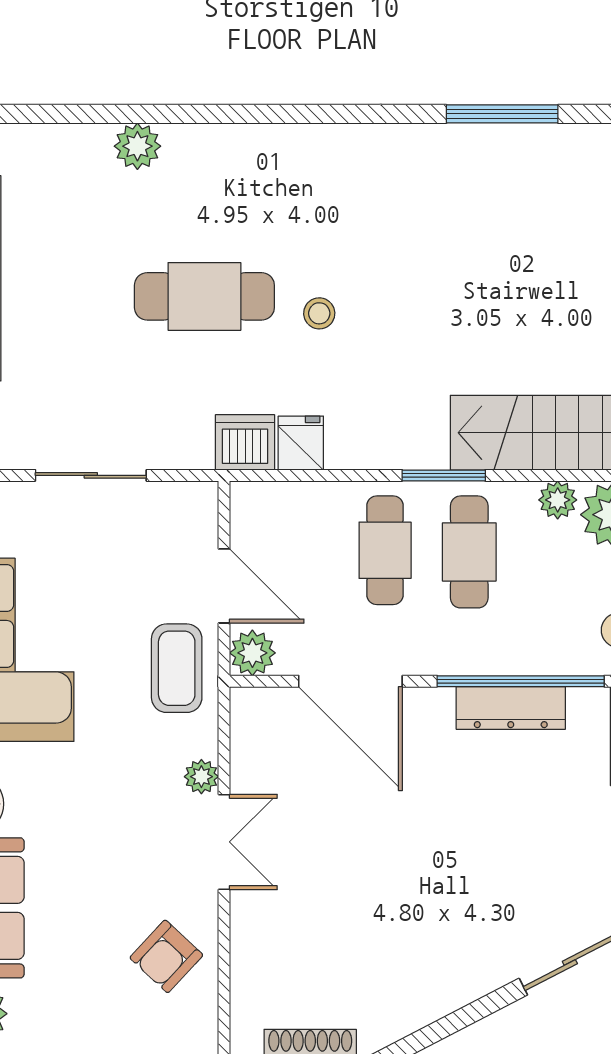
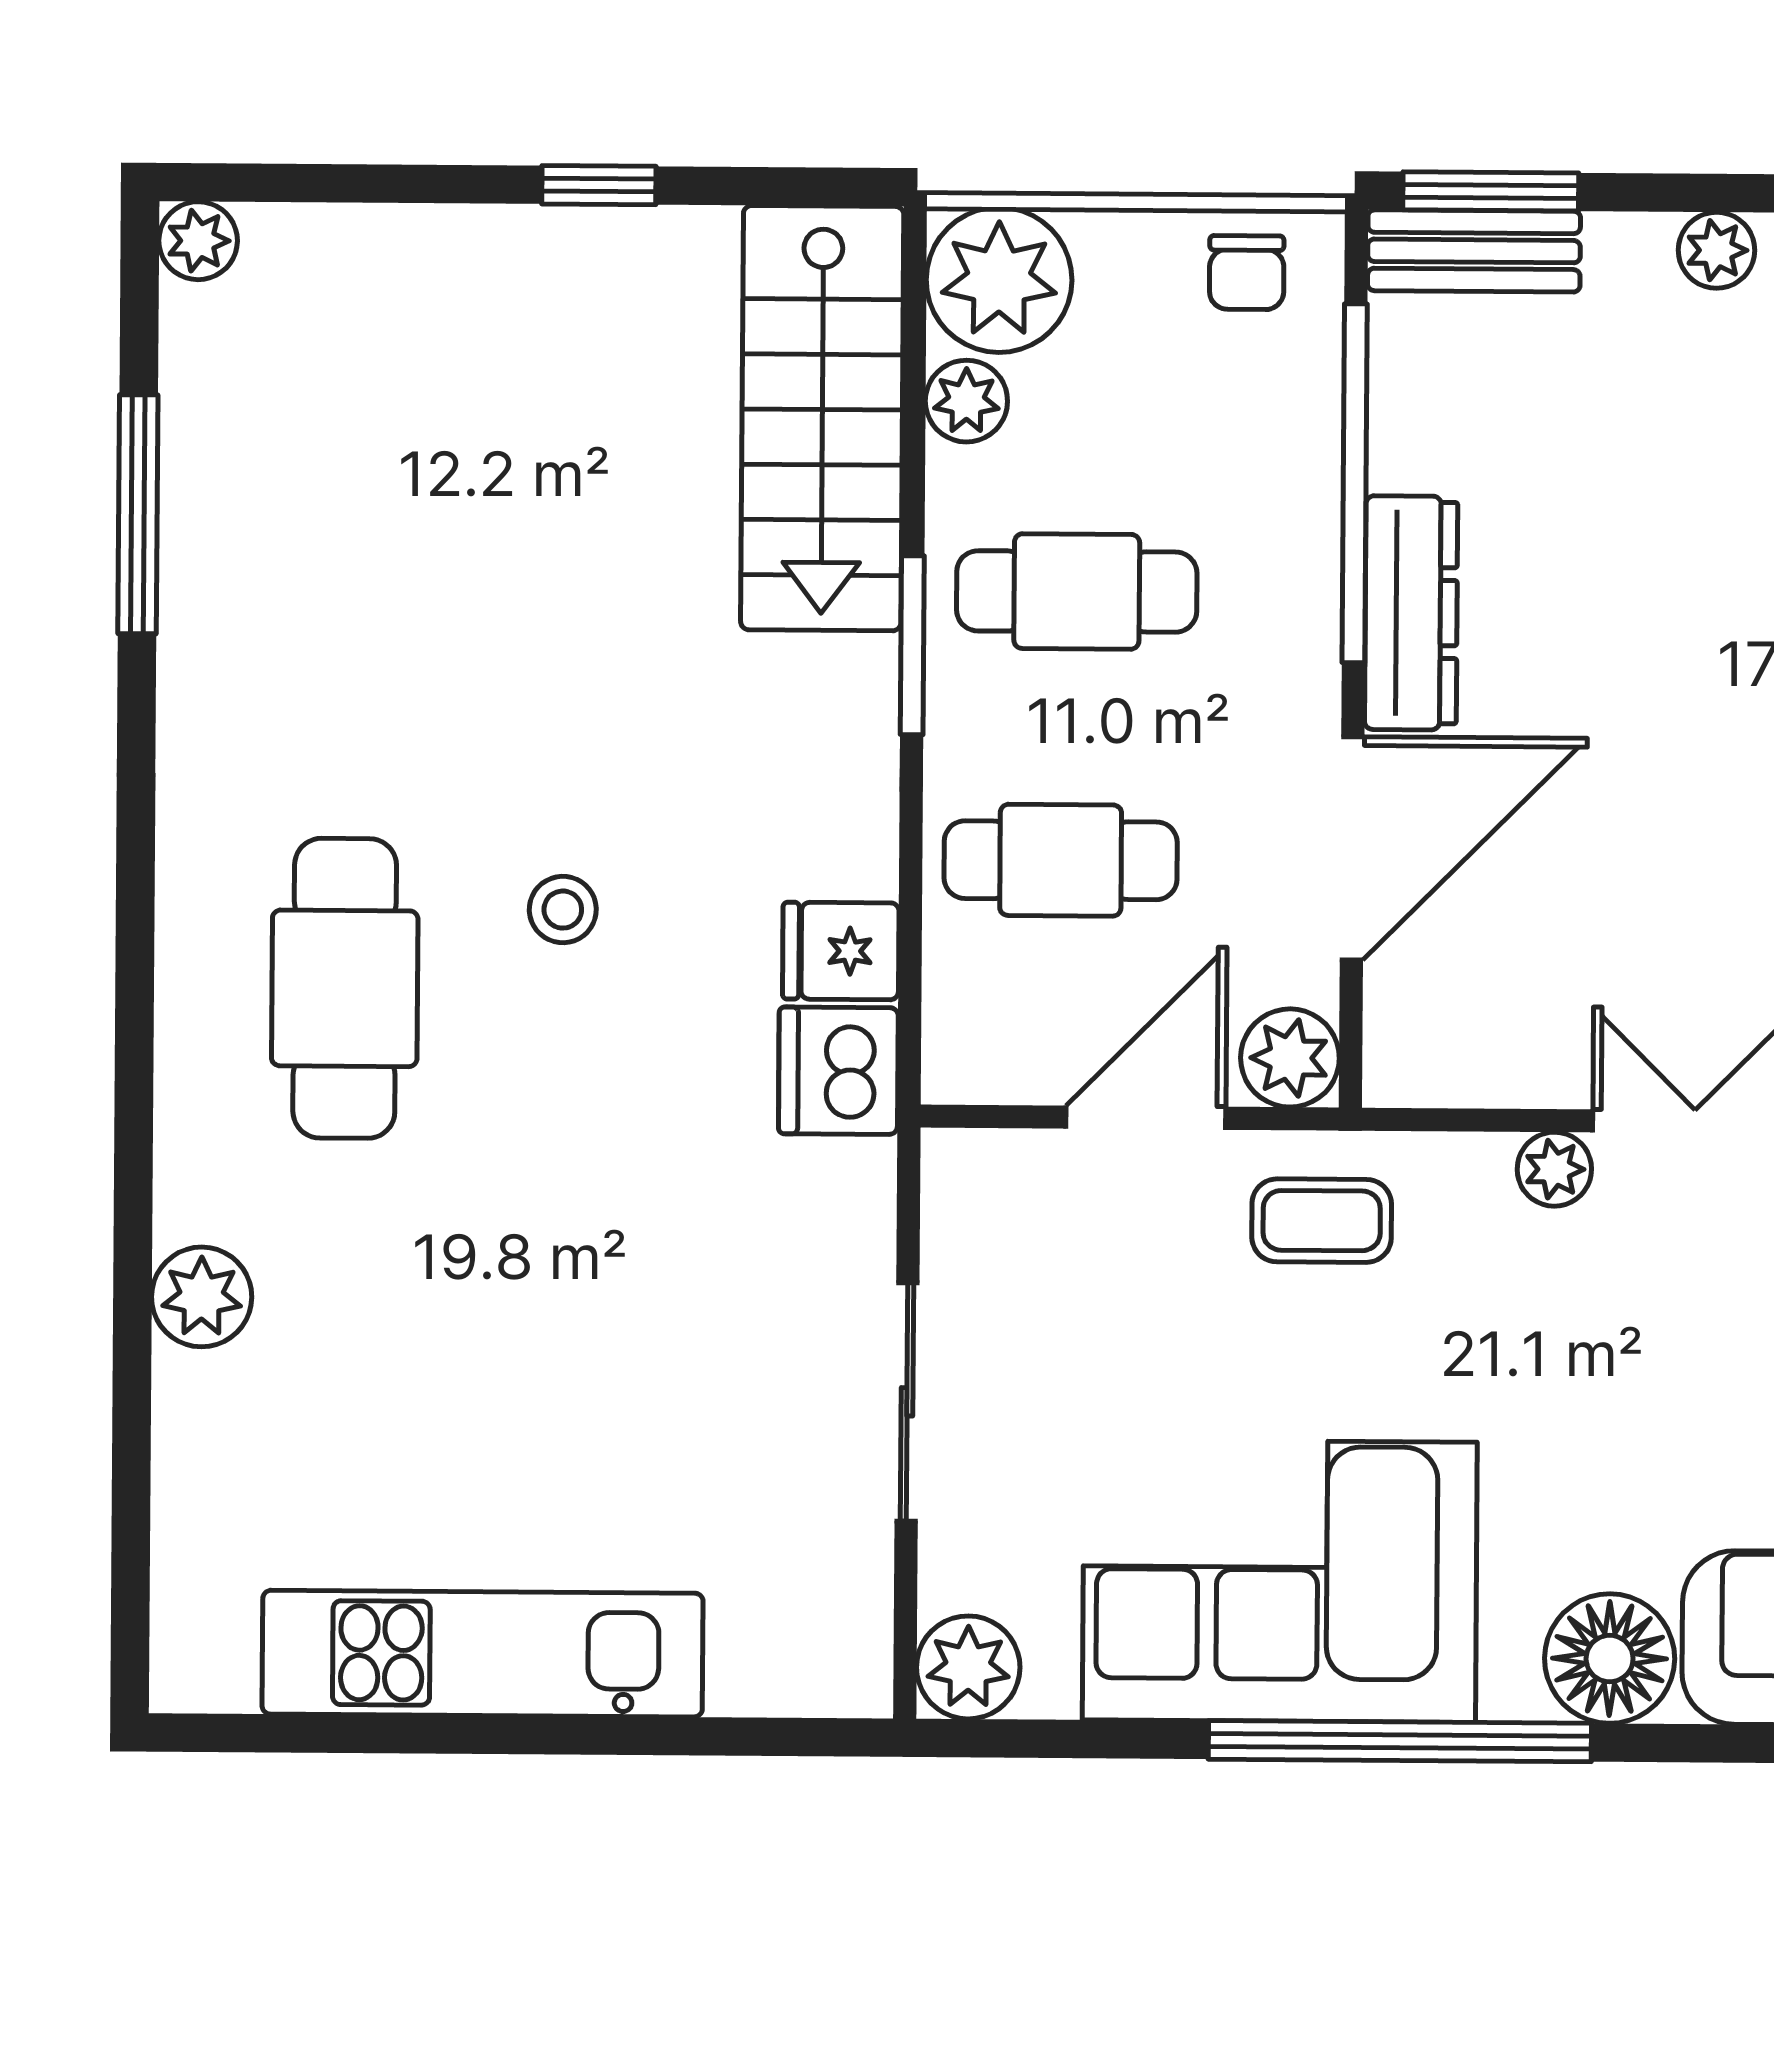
cafe table: (204, 296) -> (345, 988), moved
cafe table: (385, 550) -> (1061, 860), moved
coffee table: (177, 668) -> (1322, 1221), width x0.73, depth x0.77
dresser: (511, 708) -> (1411, 613), moved

